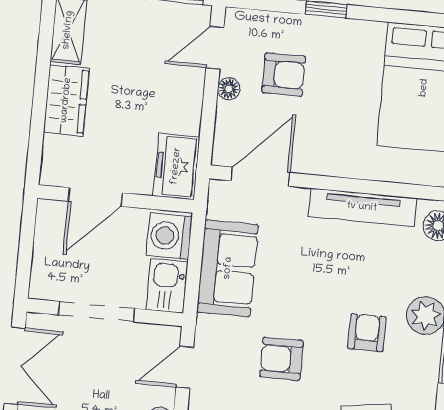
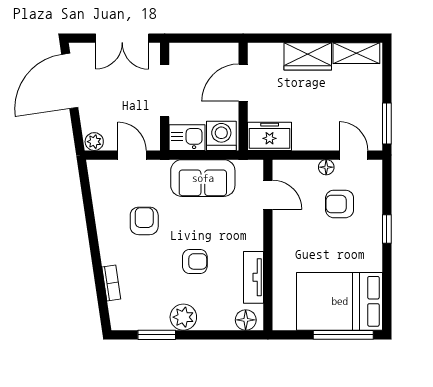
armchair: (284, 75) -> (340, 204), turned 90
door: (260, 177) -> (268, 195), width x0.73
door: (95, 197) -> (243, 83), hinge flipped
tv unit: (362, 207) -> (253, 277), width x0.71
armchair: (367, 333) -> (195, 261), moved

